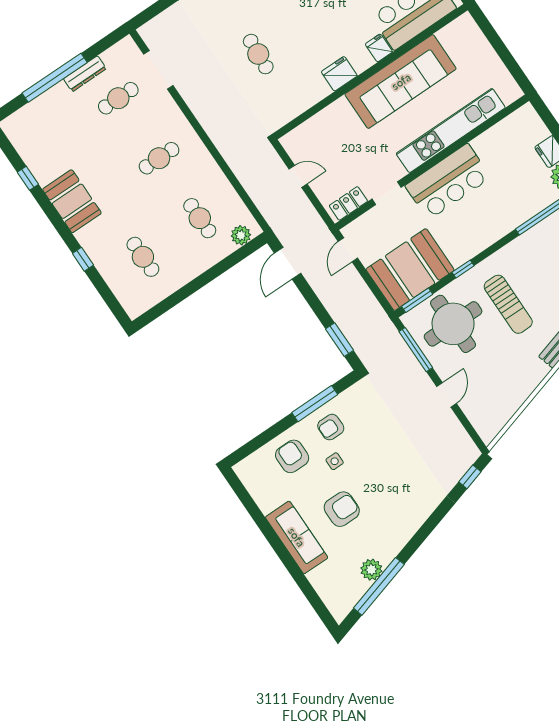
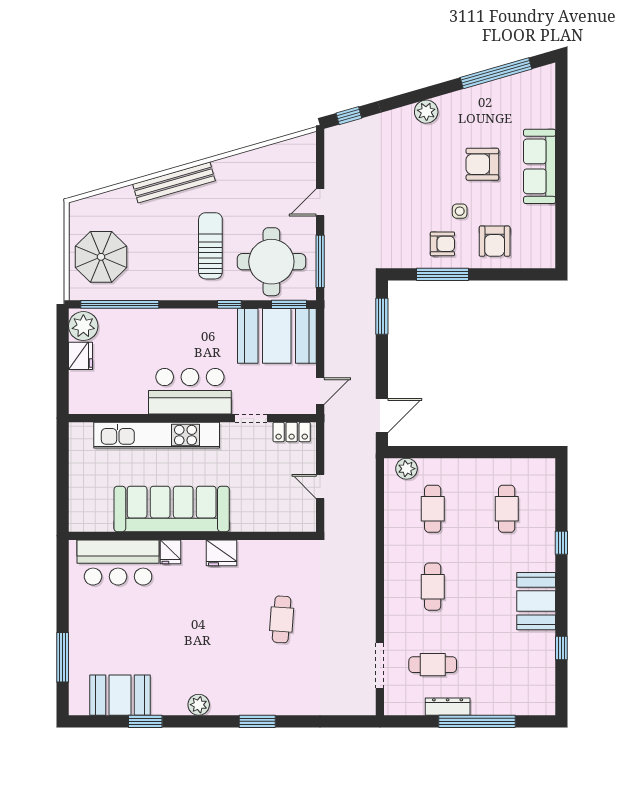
cafe table: (159, 158) -> (433, 587), turned 90
plant: (371, 570) -> (426, 112), moved

